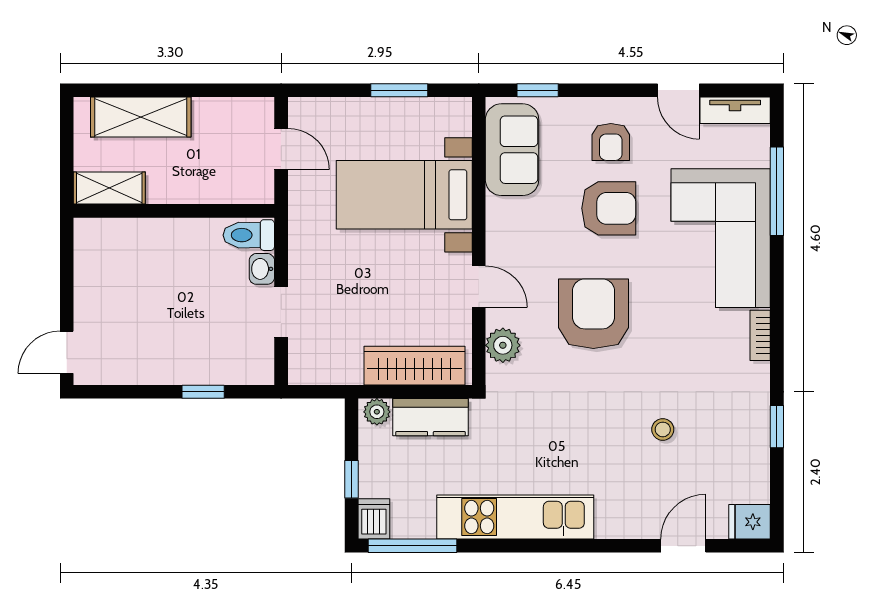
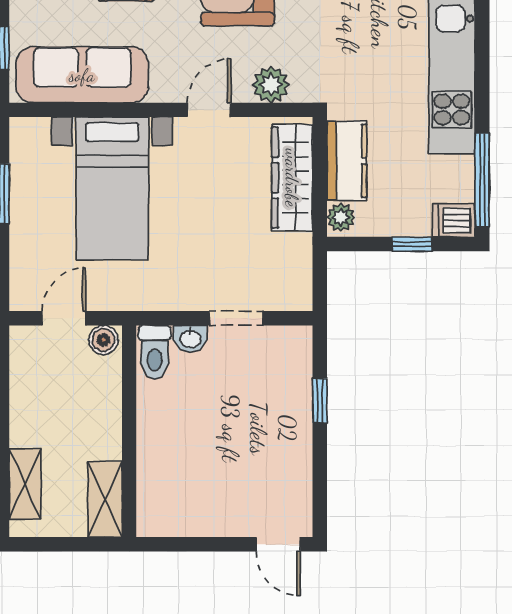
shelving: (141, 117) -> (25, 484), width x0.67, depth x0.75
sofa: (512, 150) -> (82, 75), width x1.36
boiler: (261, 187) -> (103, 340), added

